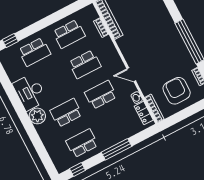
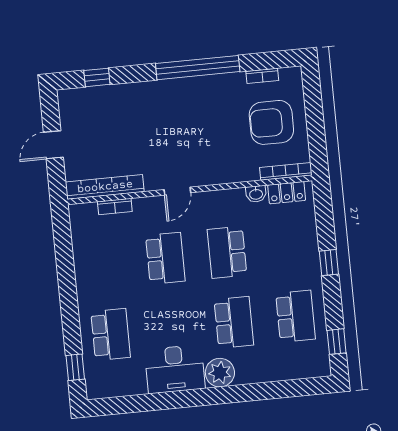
school desk: (69, 34) -> (104, 264), removed
door: (131, 75) -> (177, 191), moved
school desk: (66, 113) -> (234, 322), turned 180
school desk: (82, 143) -> (296, 316), turned 180
window: (116, 149) -> (329, 263), width x0.46

